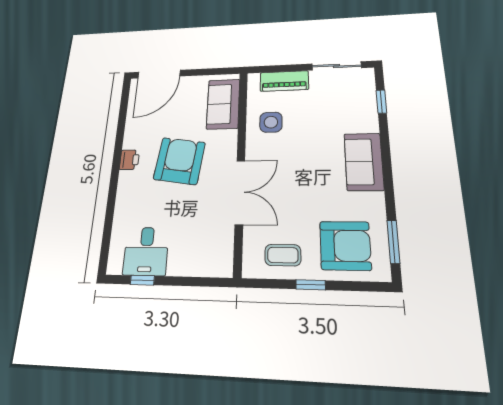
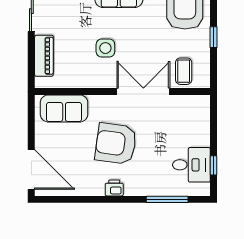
side table: (271, 122) -> (105, 48), moved
window: (109, 221) -> (167, 199), added
coffee table: (283, 255) -> (184, 71), moved

